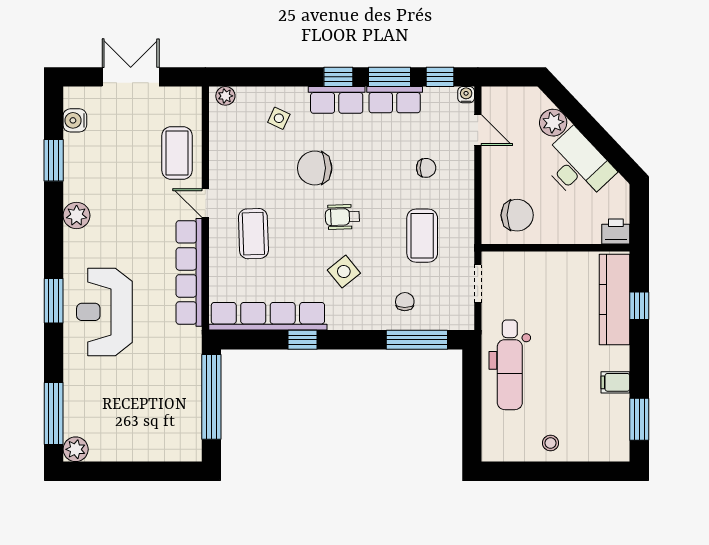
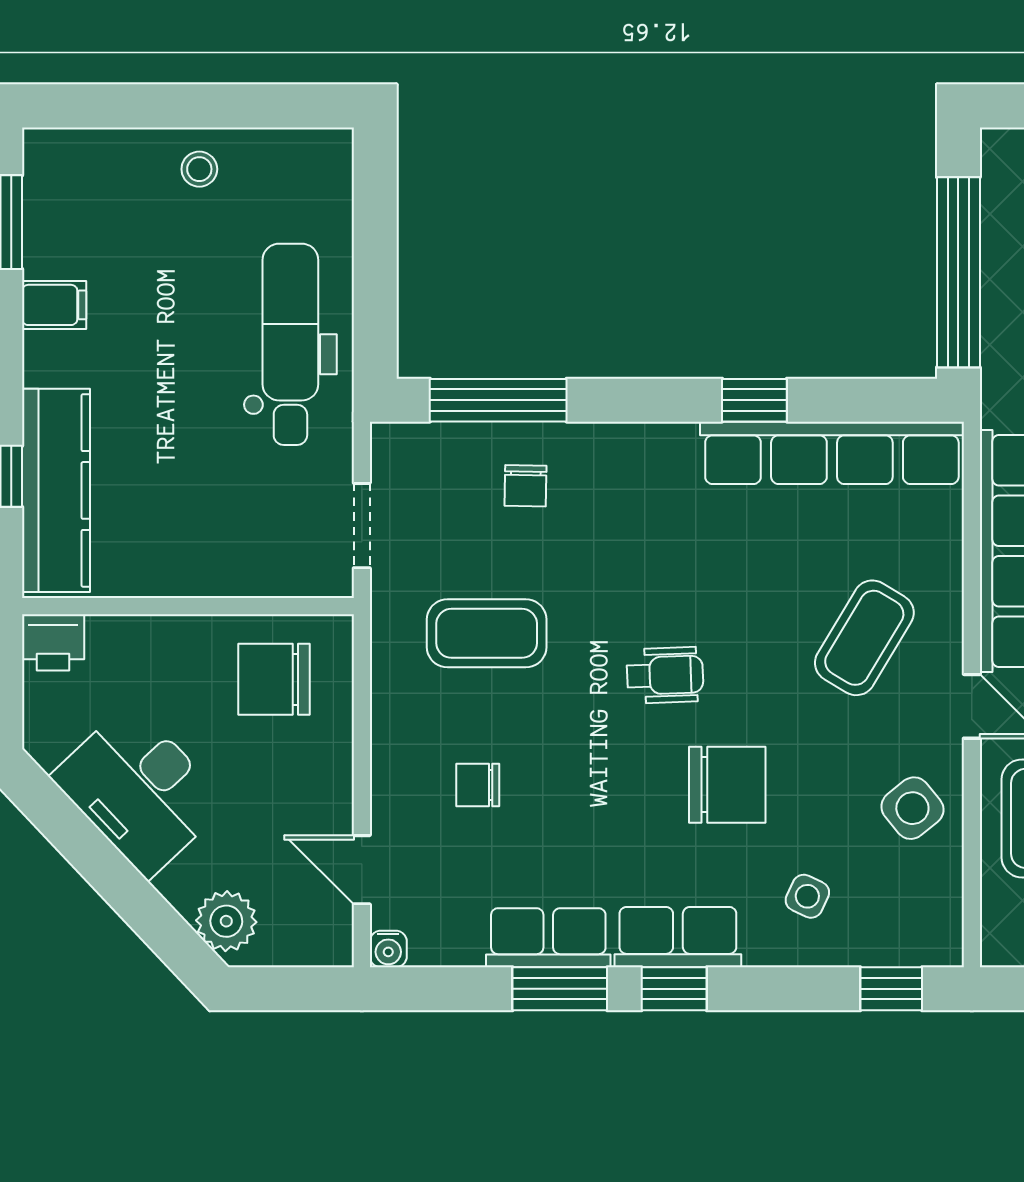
window: (440, 77) -> (891, 989), moved
plant: (225, 96) -> (927, 946), removed
plant: (553, 123) -> (226, 921), moved
coffee table: (253, 234) -> (864, 638), turned 33
coffee table: (422, 236) -> (487, 633), turned 90
side table: (344, 272) -> (912, 808), moved

